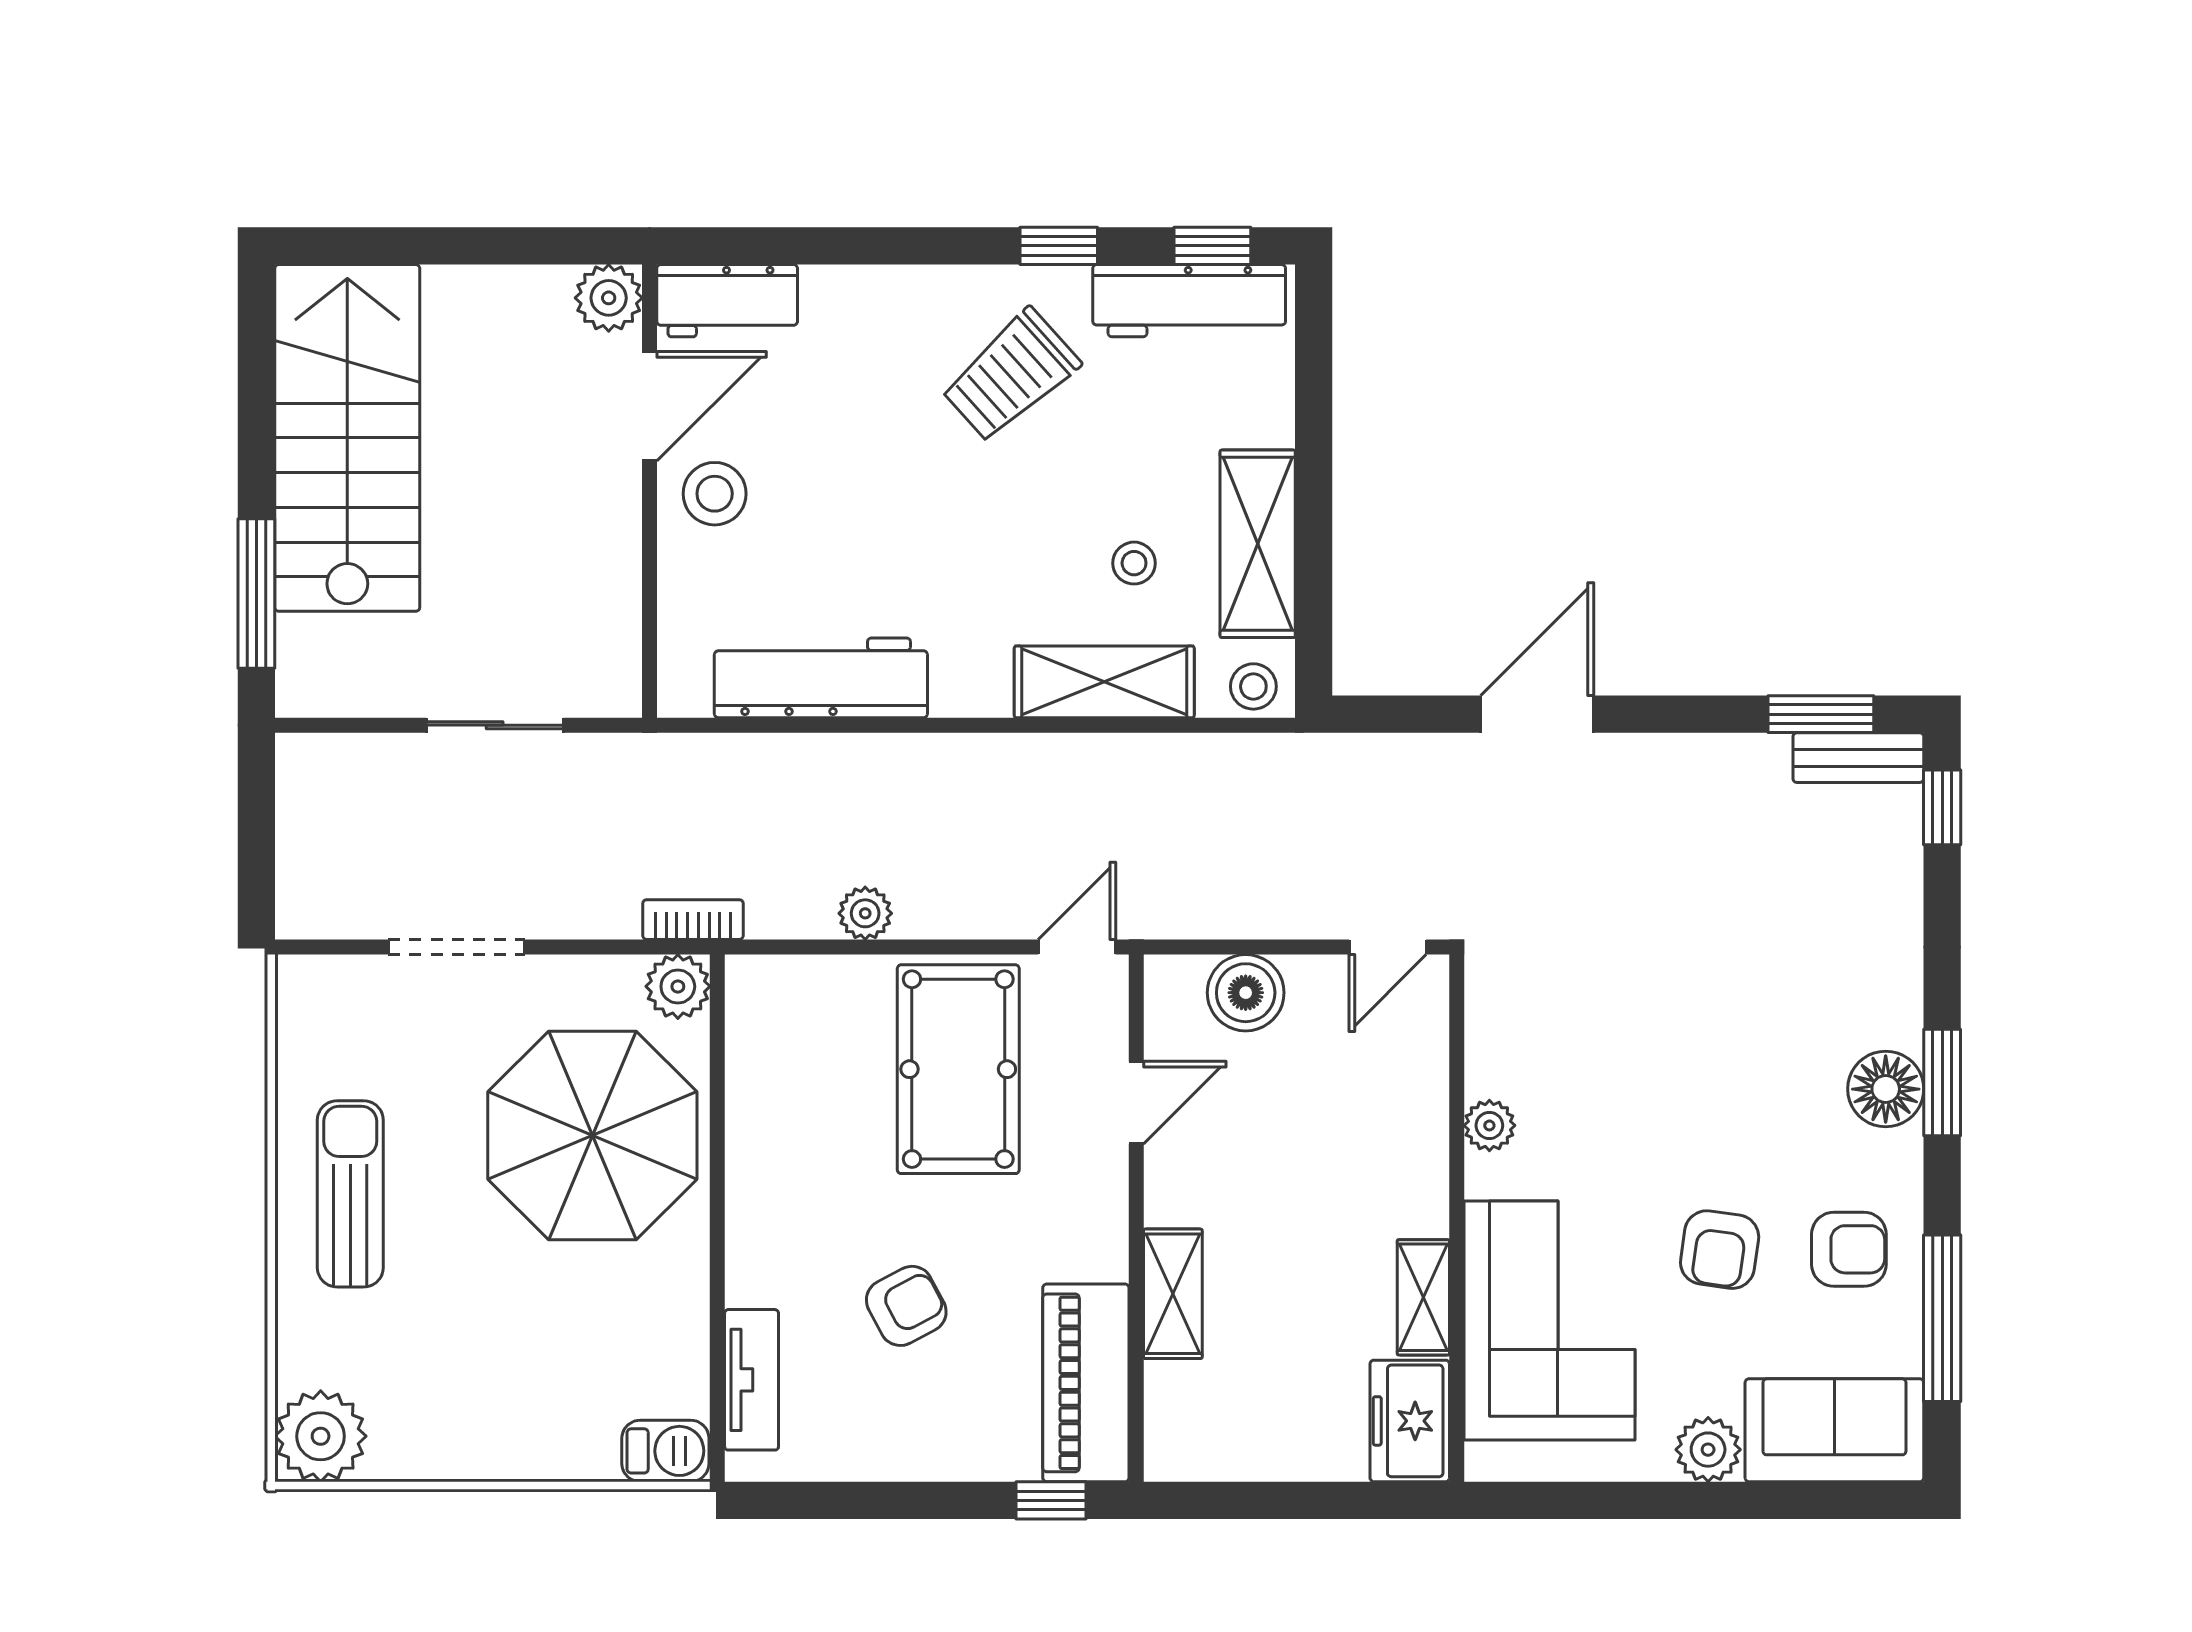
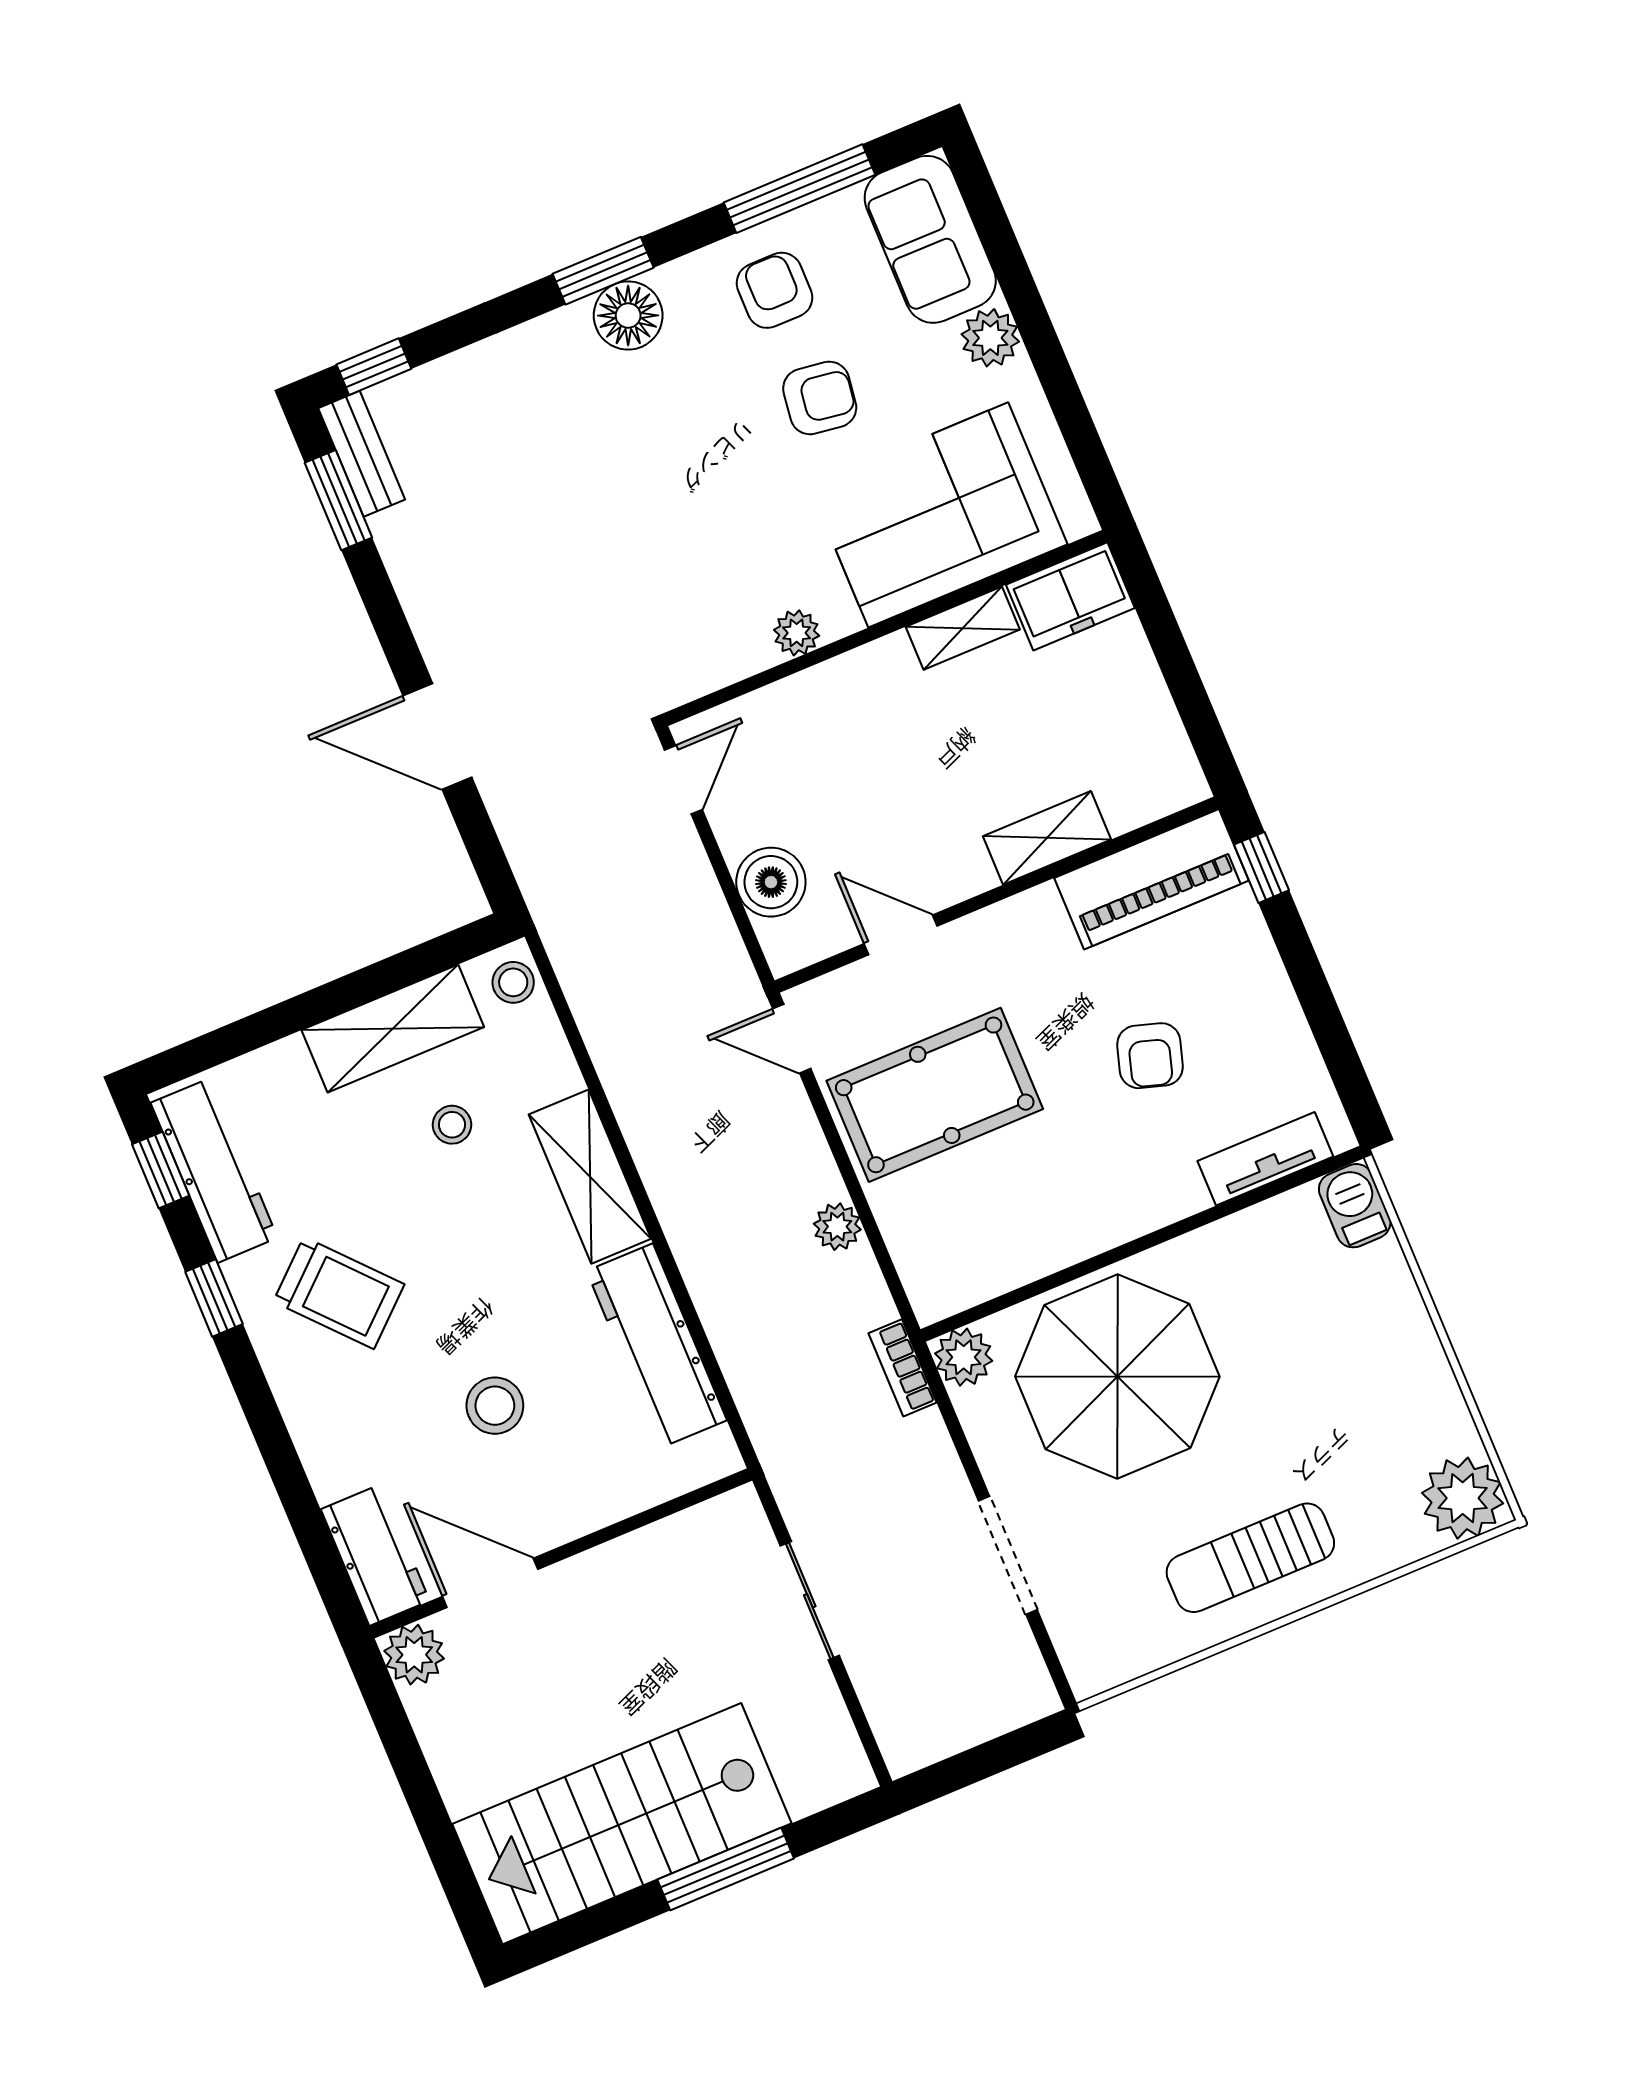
stool: (715, 494) -> (495, 1406), moved
window: (256, 594) -> (726, 1869), moved
shelving: (1104, 682) -> (590, 1177), moved
door: (1388, 947) -> (683, 780), hinge flipped
armchair: (906, 1306) -> (1150, 1056), turned -135

